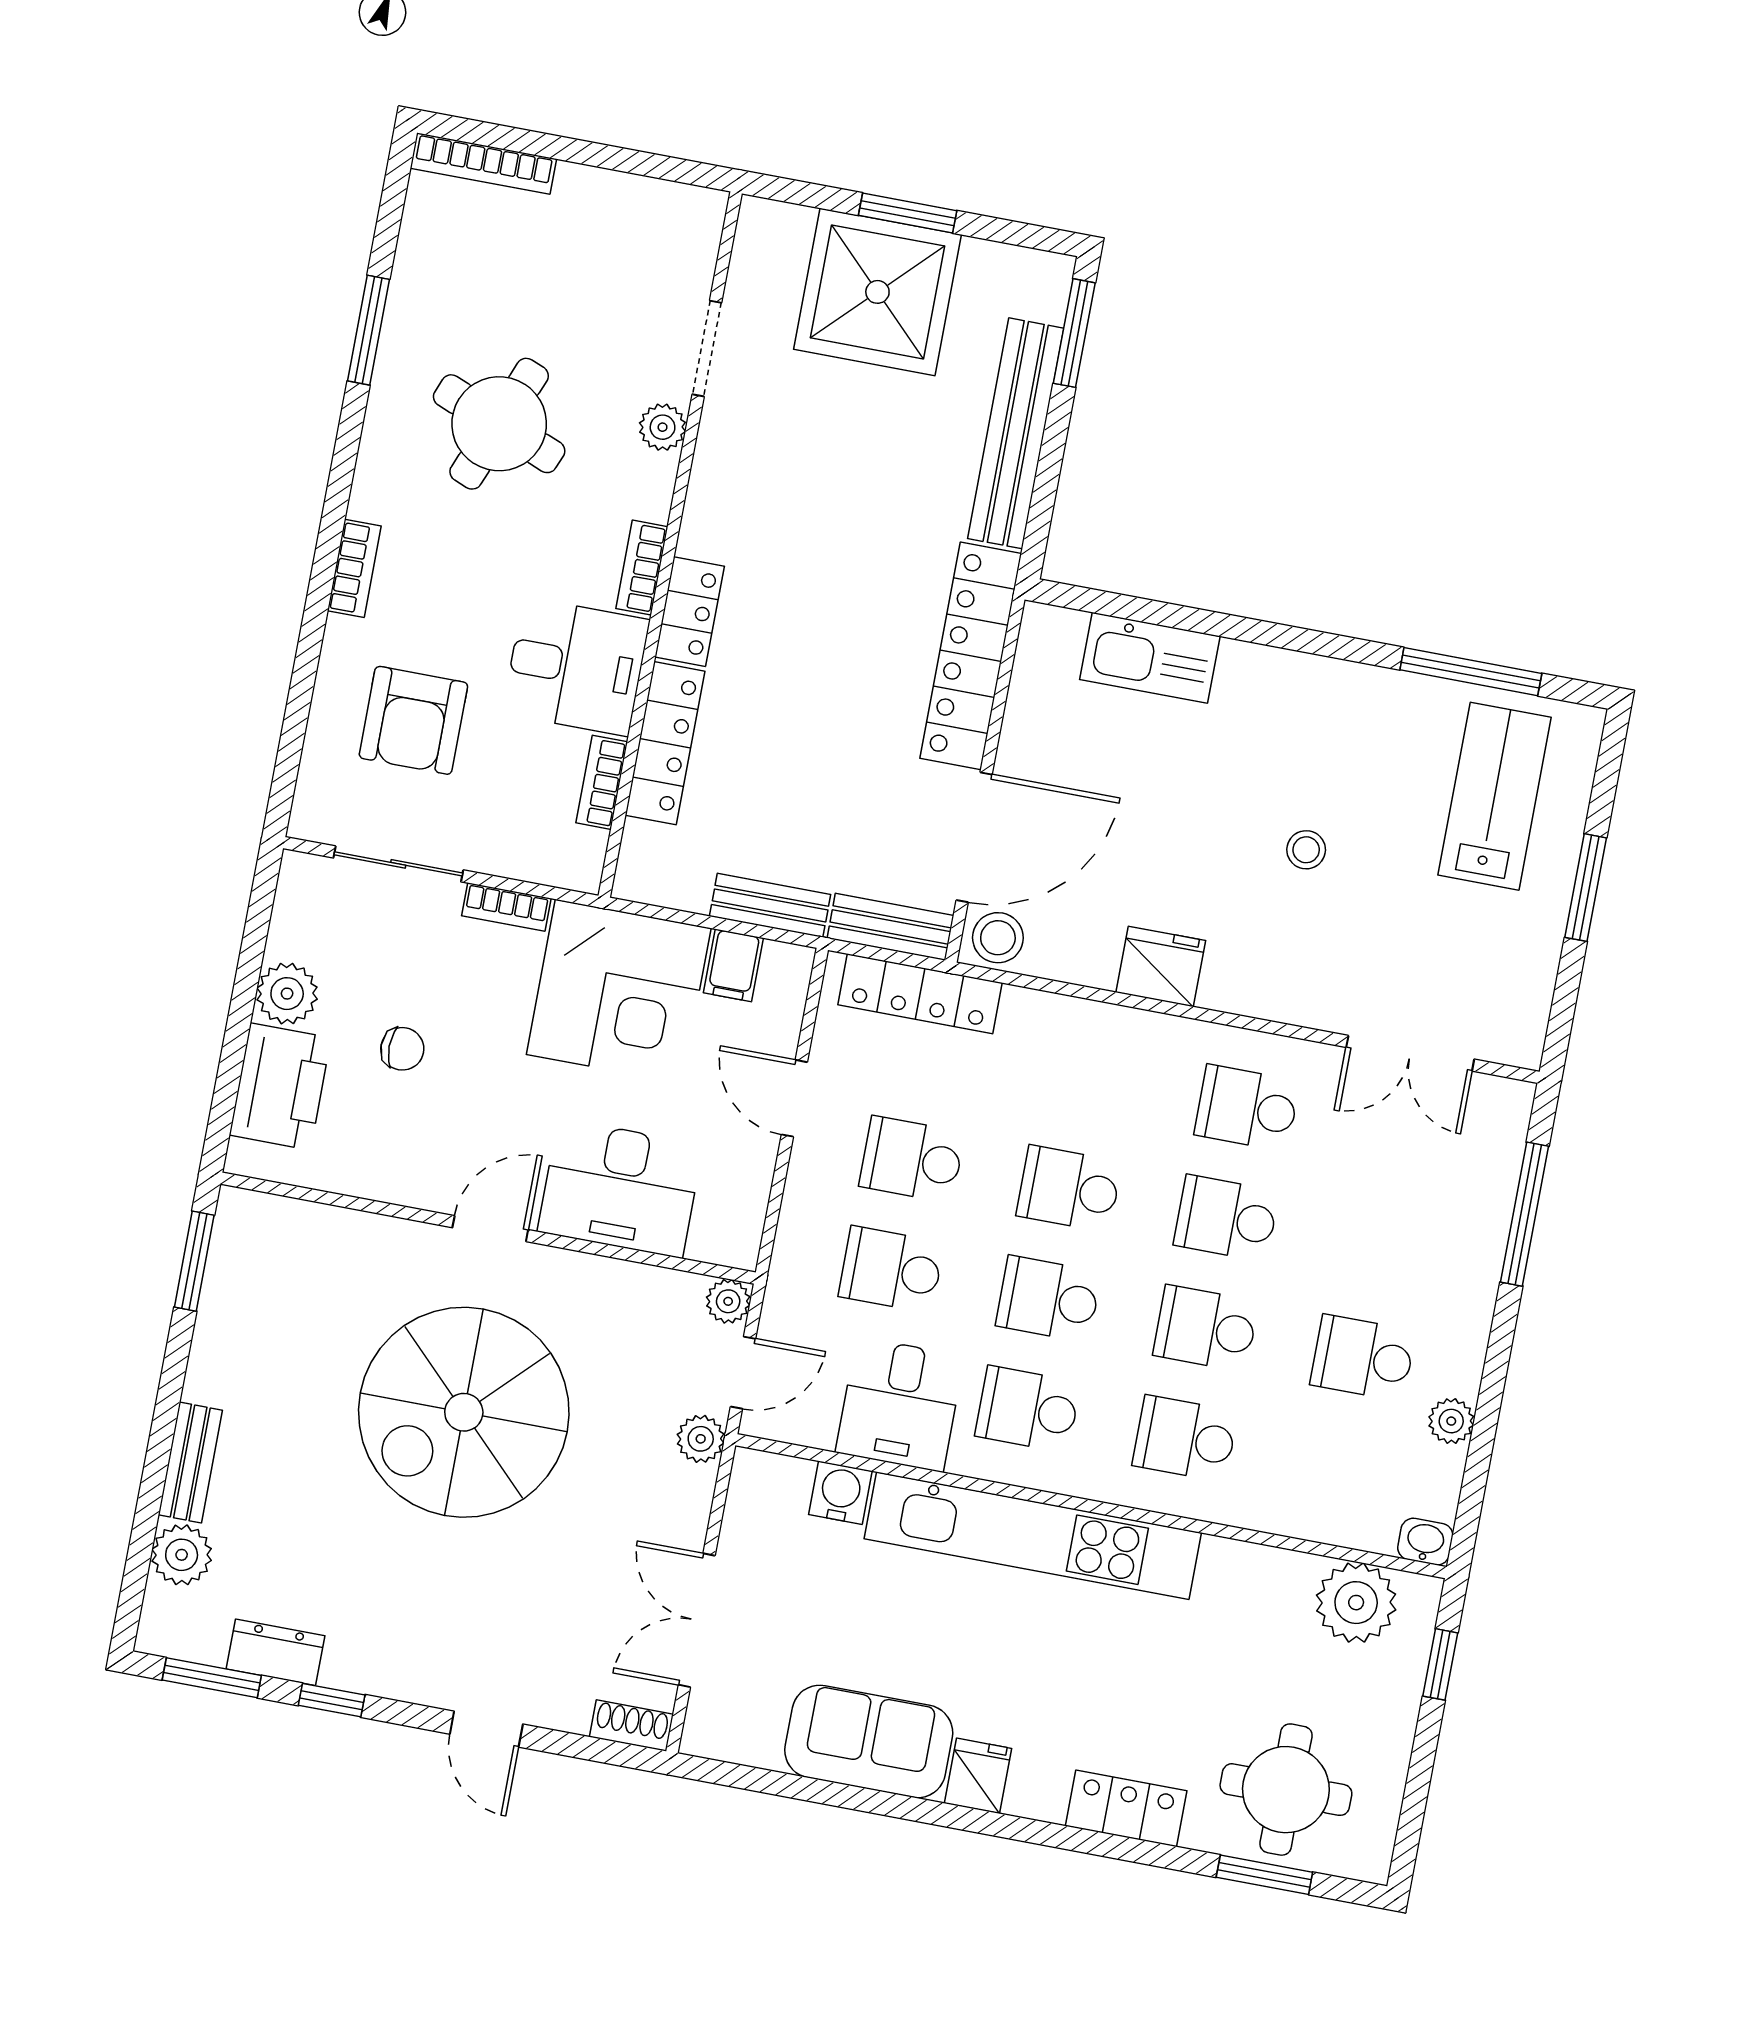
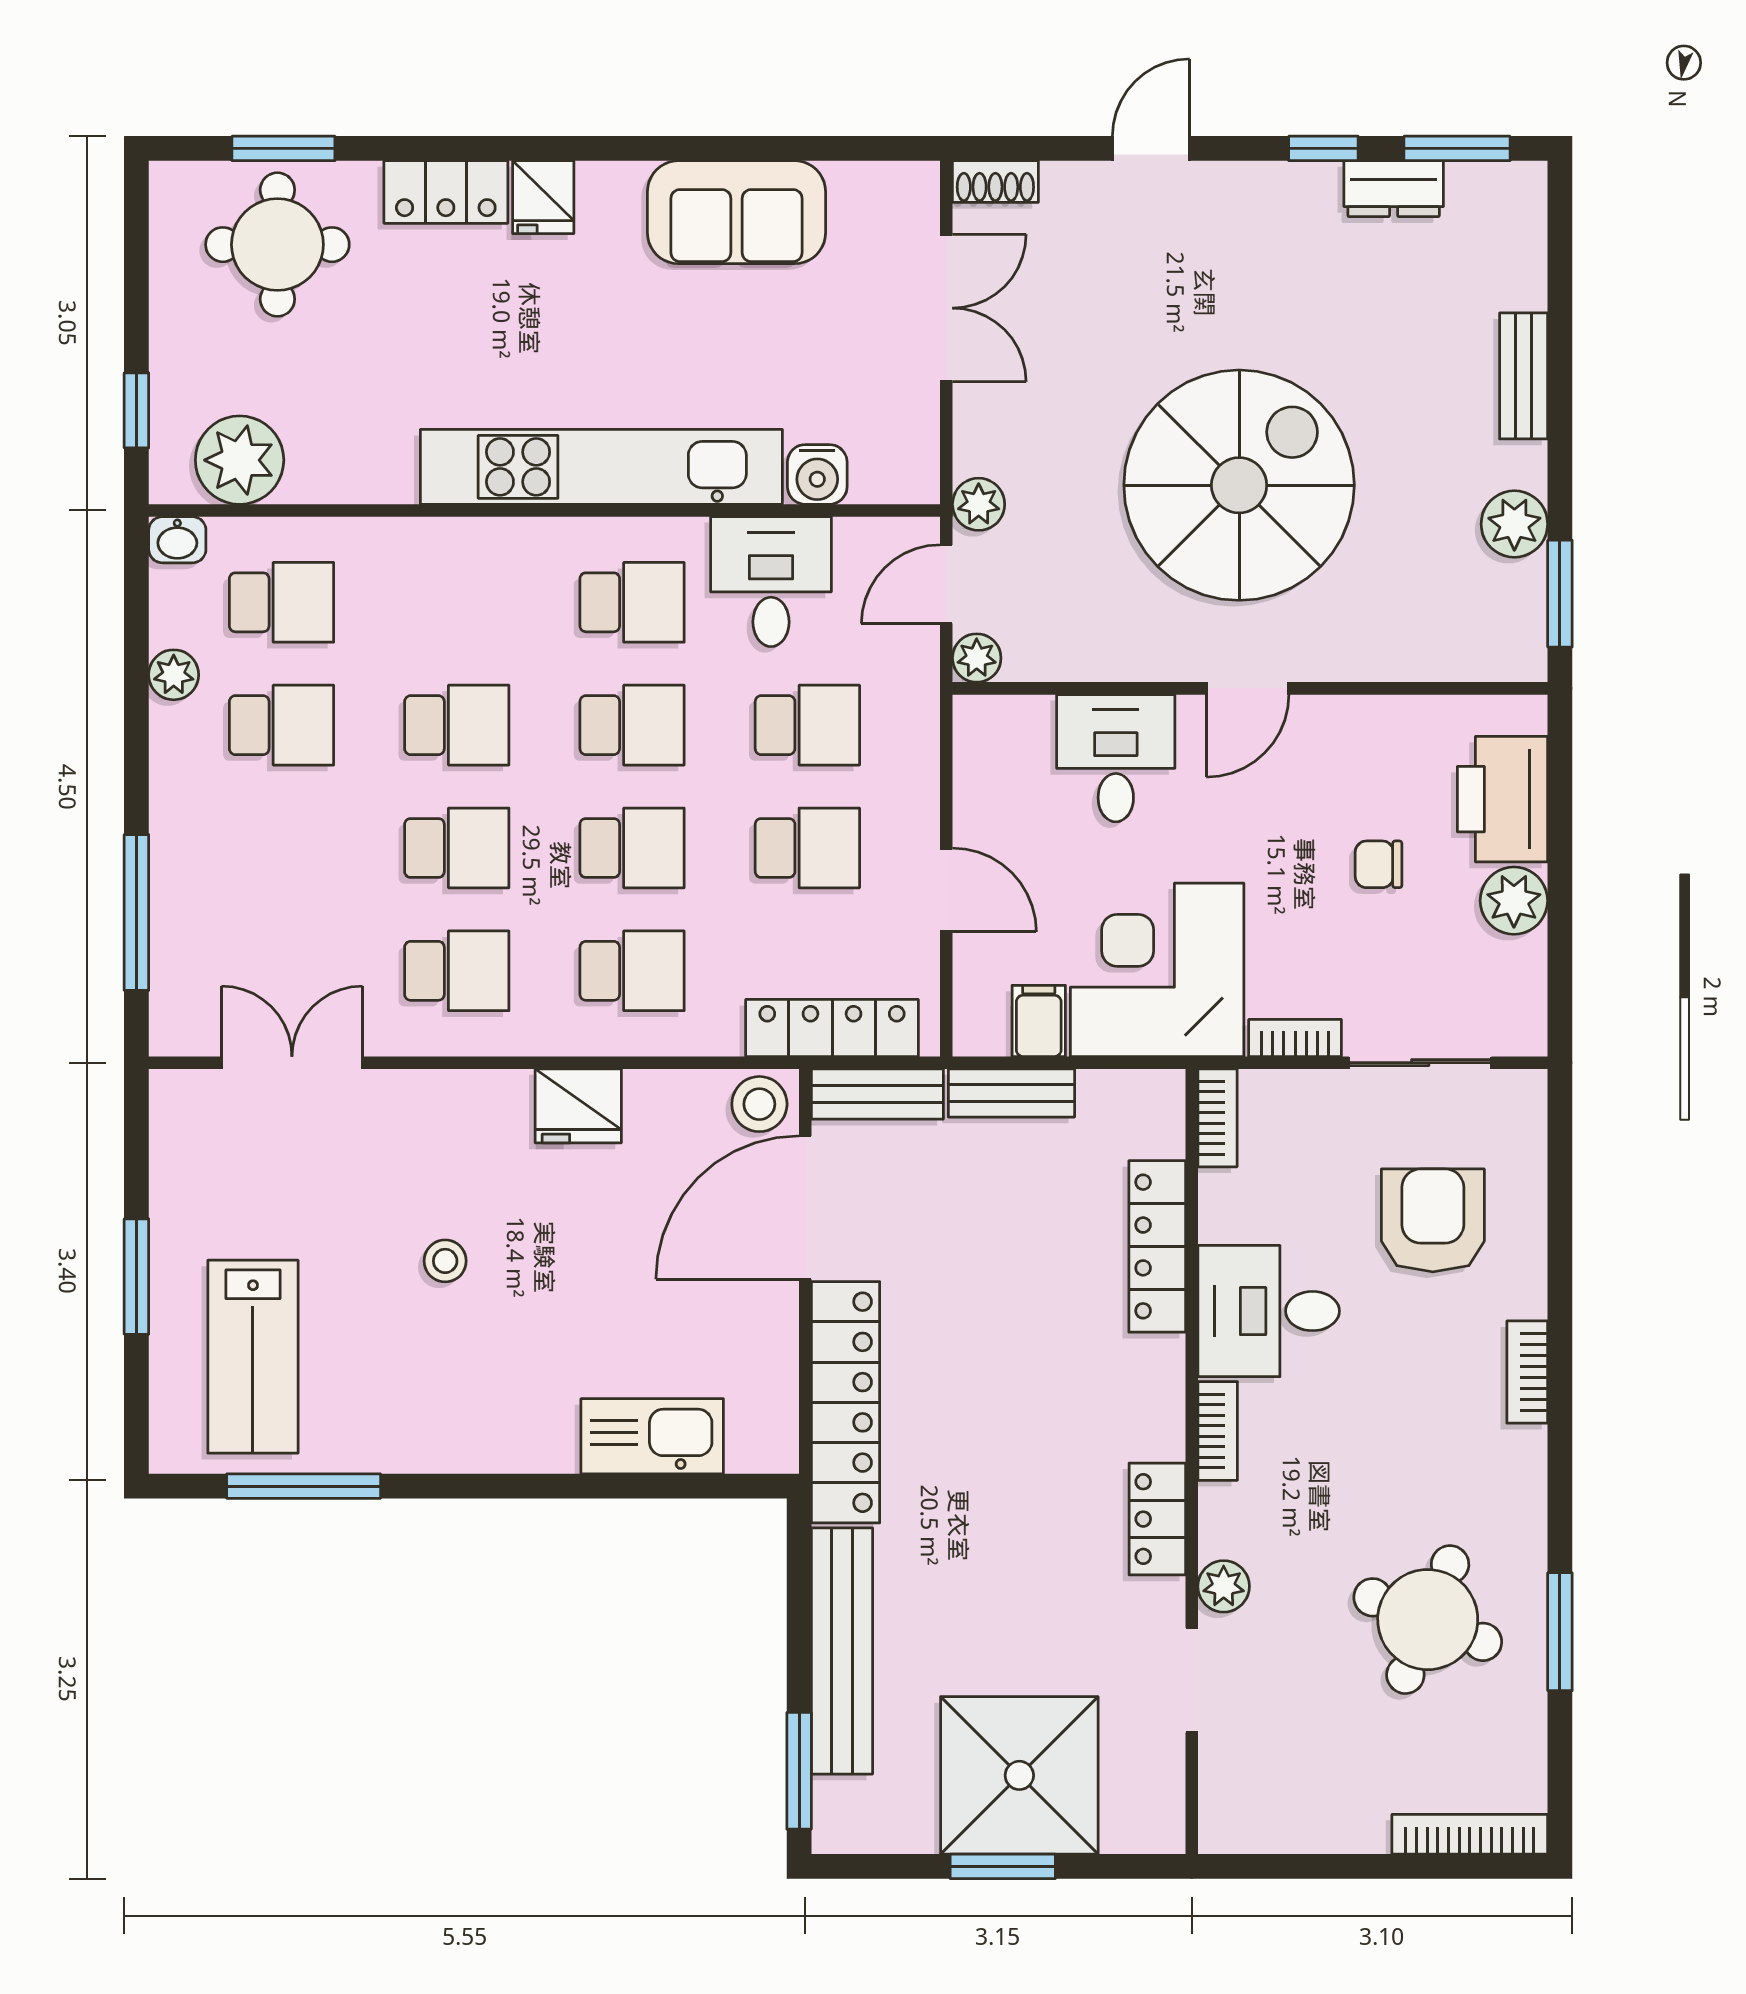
round table: (499, 424) -> (1428, 1620), moved
locker: (690, 612) -> (1157, 1519), moved
bookcase: (602, 782) -> (1218, 1118), moved
school desk: (1090, 1079) -> (632, 971), added
desk: (620, 1188) -> (1116, 758), width x0.73
school desk: (1185, 1439) -> (282, 602), moved
plant: (182, 1555) -> (1514, 524), moved
door: (486, 1729) -> (1151, 148), hinge flipped
fridge: (978, 1776) -> (543, 197), moved

